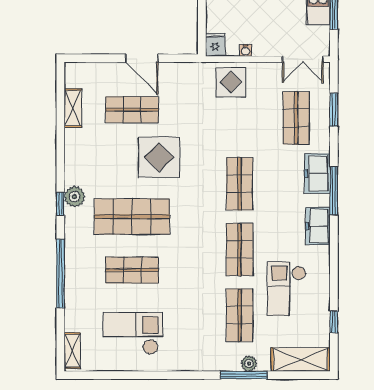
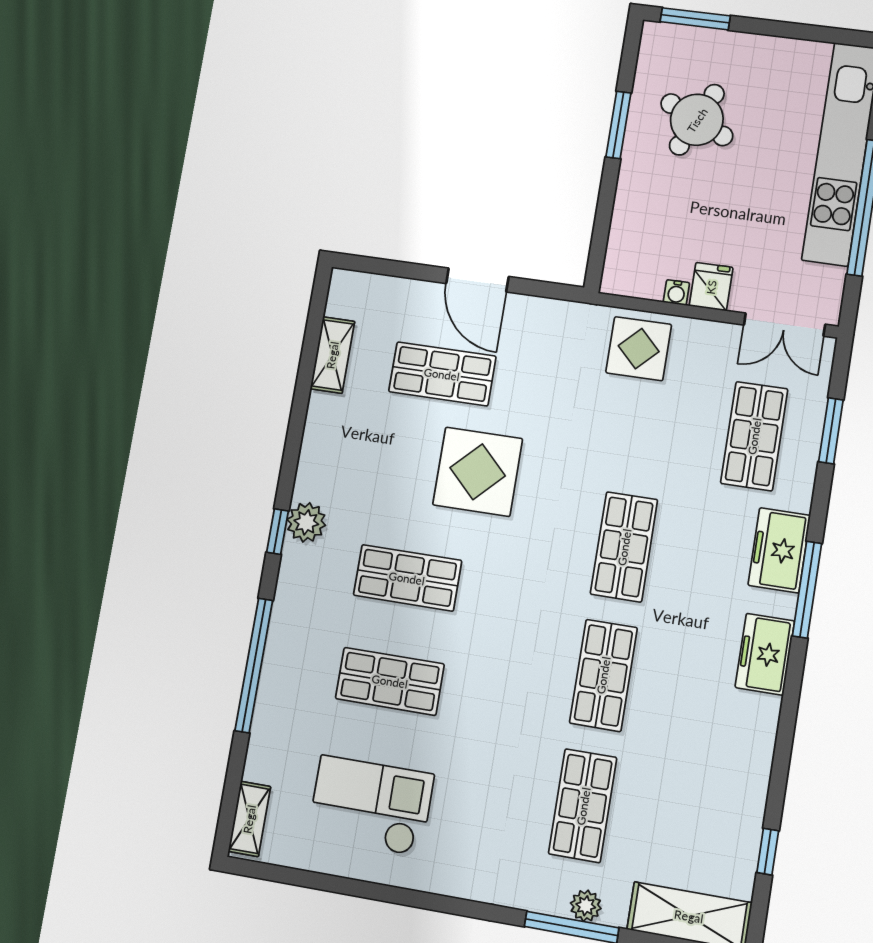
fridge: (215, 45) -> (711, 287), moved
shop shelf: (132, 217) -> (407, 578), width x0.70, depth x0.74
checkout: (287, 289) -> (684, 769), removed

